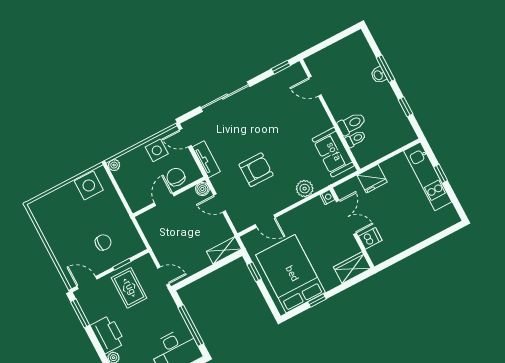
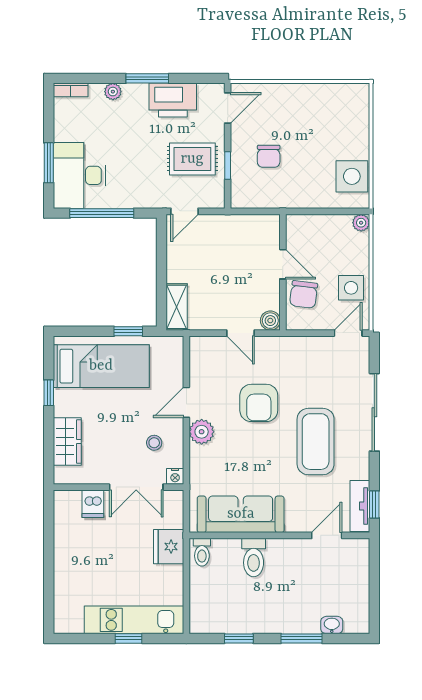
washbasin: (378, 75) -> (332, 625), moved
coffee table: (261, 123) -> (316, 442), added
toilet: (355, 139) -> (202, 552), moved
sofa: (333, 152) -> (241, 514), width x1.36
tv unit: (206, 159) -> (360, 506), moved, turned 90
chair: (176, 177) -> (304, 294), turned 97
plant: (305, 189) -> (202, 432), moved
door: (220, 203) -> (241, 333), swing flipped
door: (265, 221) -> (186, 402), moved
stool: (314, 221) -> (154, 443), added
wardrobe: (352, 268) -> (67, 442), moved
bed: (291, 274) -> (101, 366), width x0.67
window: (80, 313) -> (147, 78), moved
printer: (108, 334) -> (173, 100), moved

